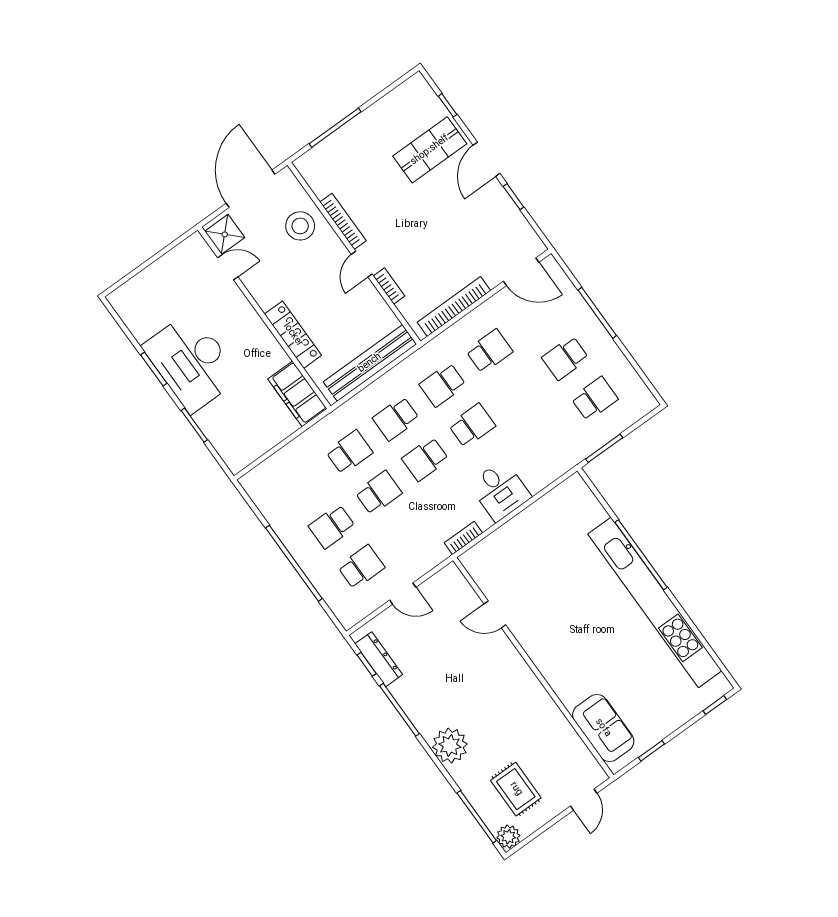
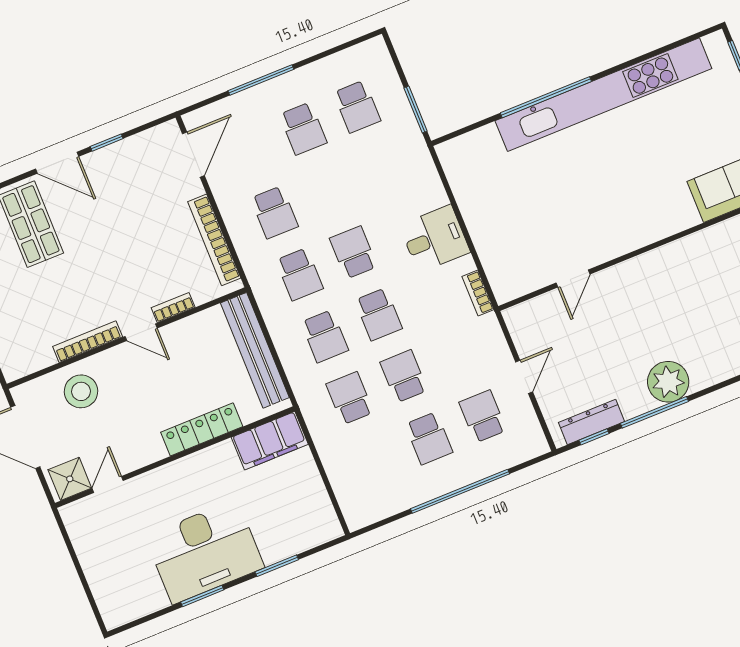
school desk: (489, 351) -> (274, 212), turned 180
school desk: (595, 399) -> (357, 107), turned 180
plant: (450, 746) -> (668, 382), moved

